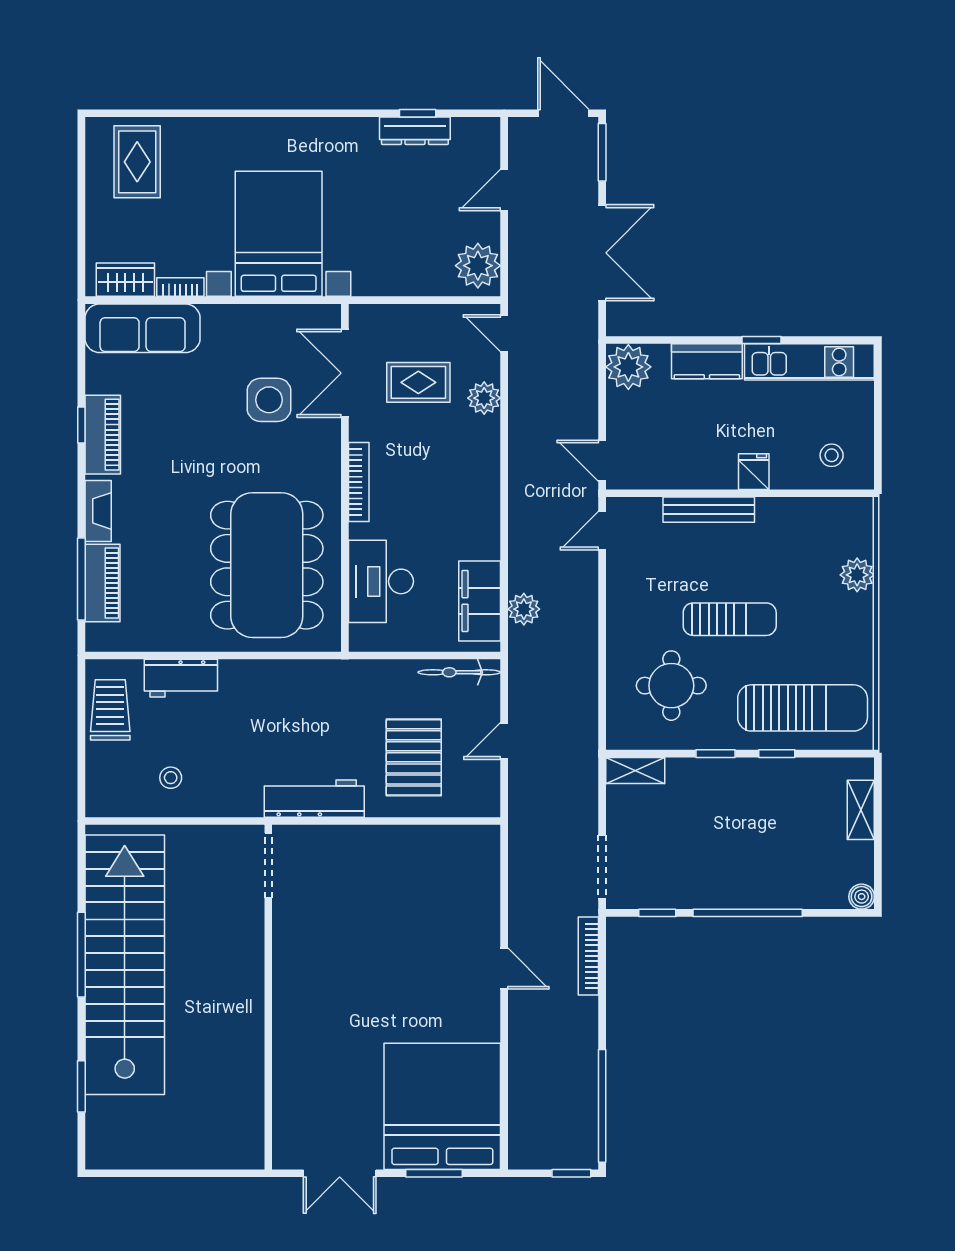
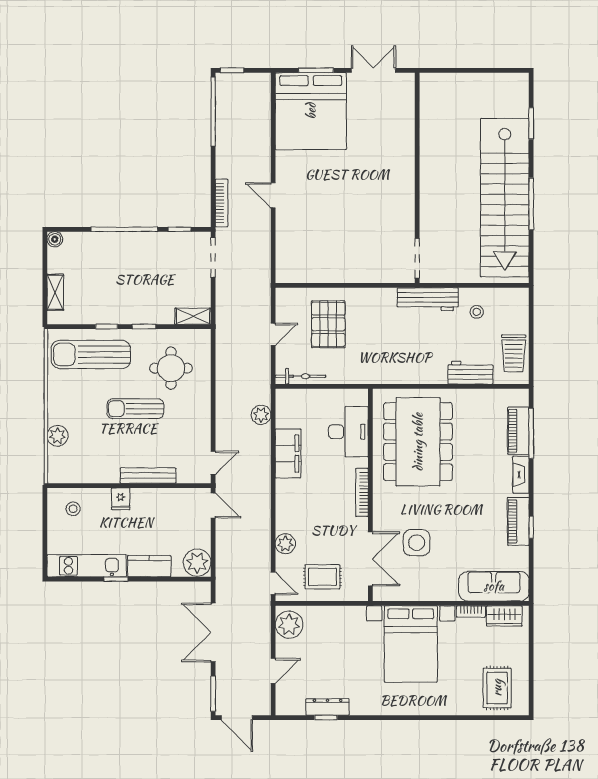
rug: (418, 382) -> (322, 577), moved
filing cabinet: (480, 601) -> (288, 453), moved
workbench: (314, 799) -> (428, 299), moved

